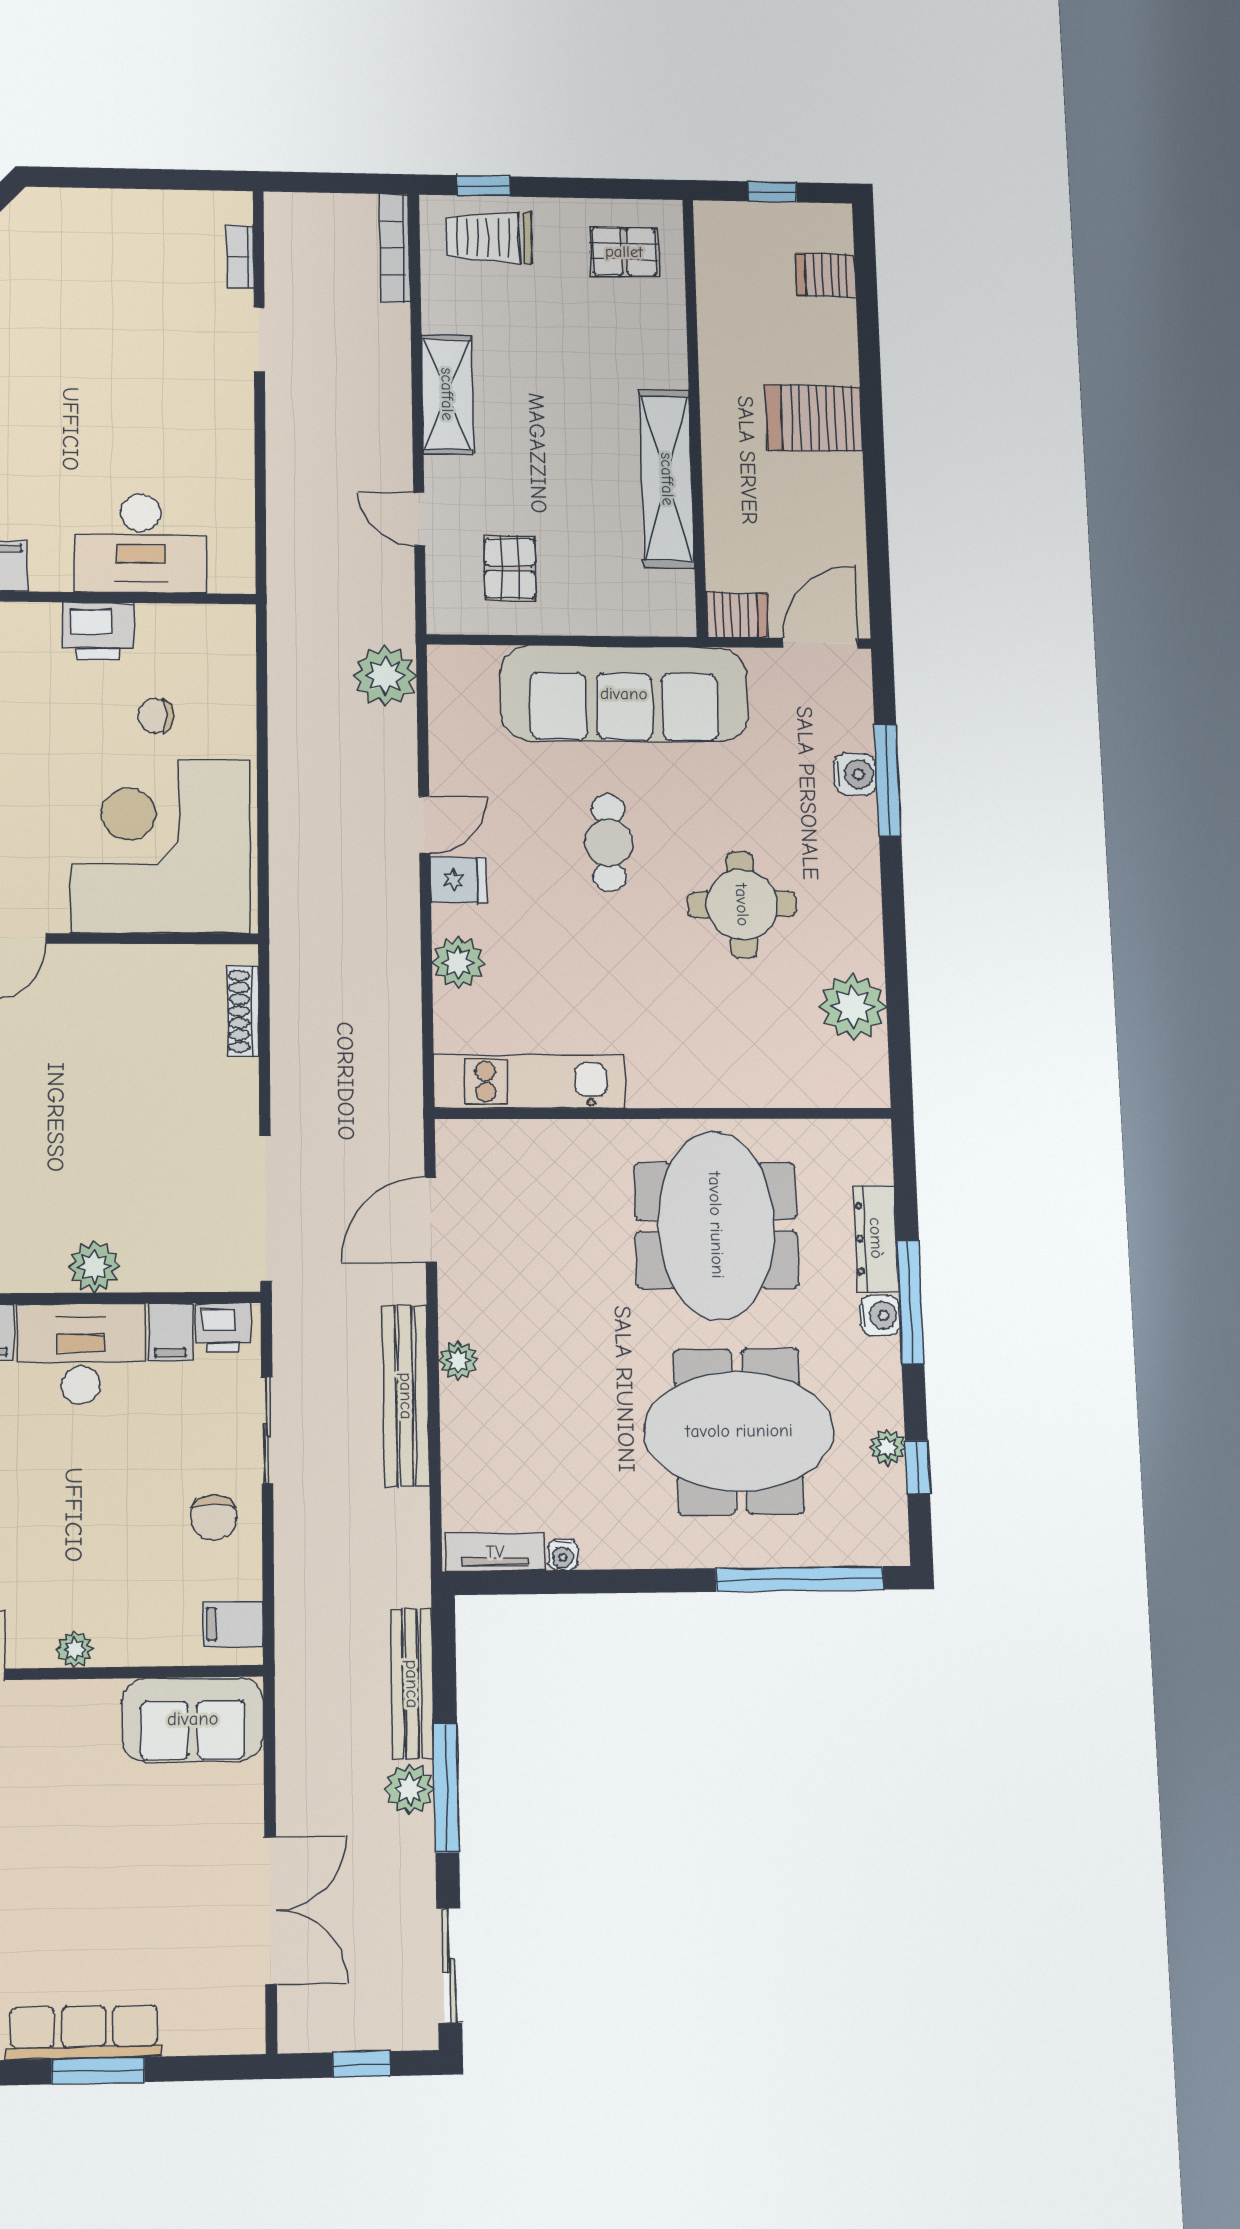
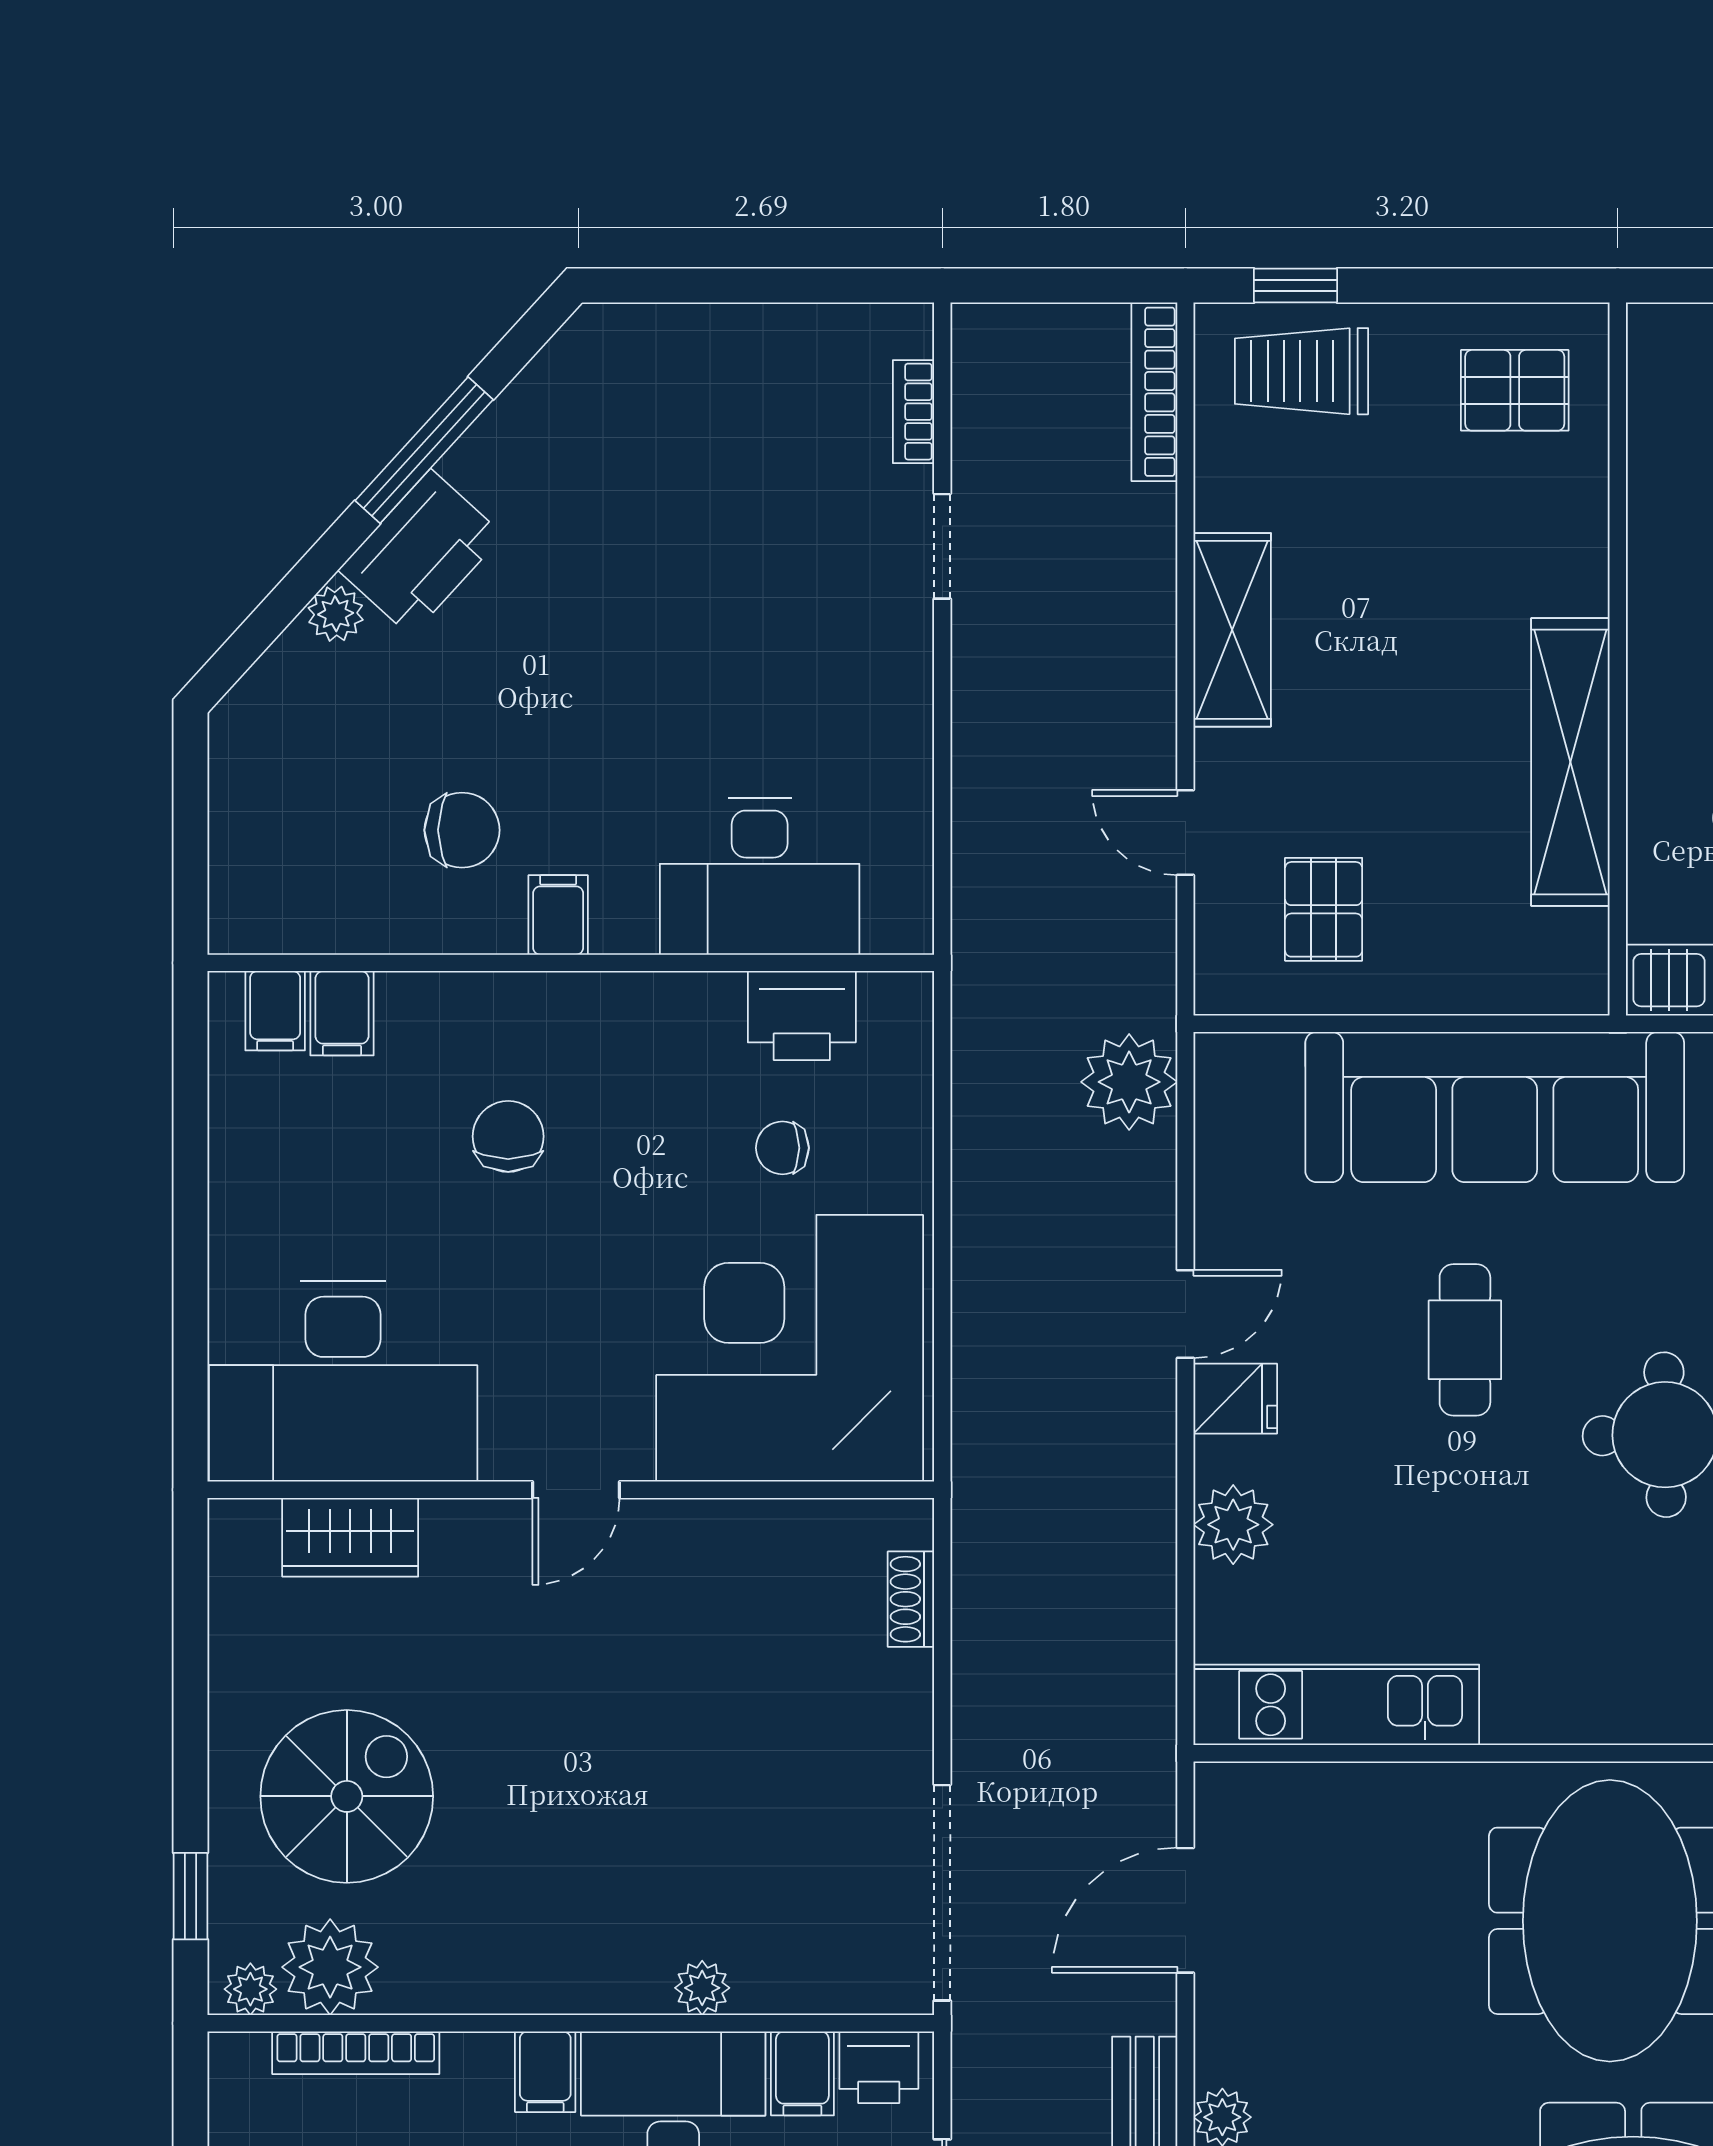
printer: (98, 631) -> (802, 1016), moved
shoe rack: (243, 1011) -> (911, 1599), width x0.70
plant: (94, 1267) -> (702, 1988), width x0.73, depth x0.73

